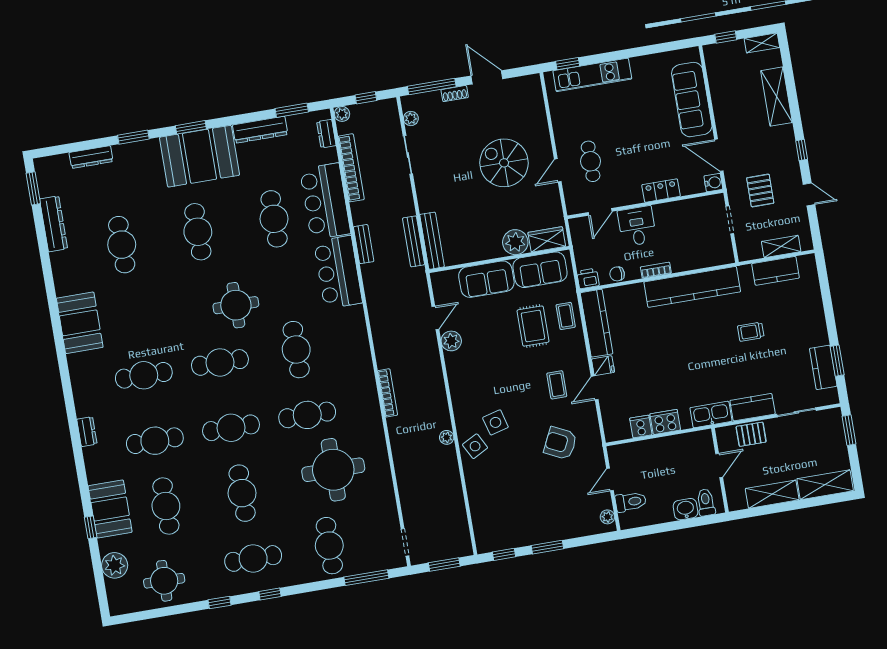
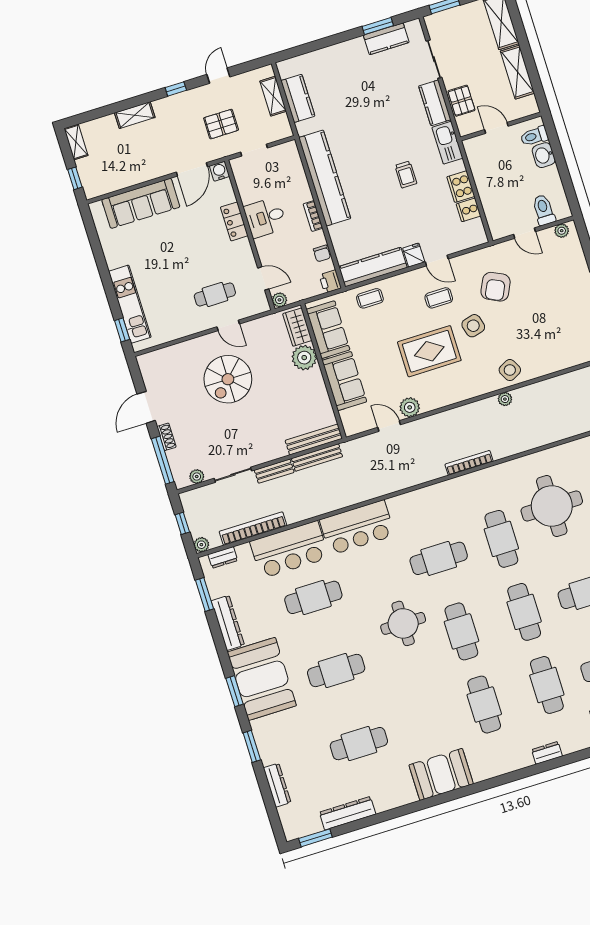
shelving: (776, 97) -> (135, 115), width x0.67, depth x0.75
plant: (576, 225) -> (279, 300), added
desk: (637, 226) -> (265, 217), moved
bench: (364, 244) -> (274, 471), moved
rug: (533, 326) -> (429, 351), moved, width x1.36, depth x1.43
trolley: (751, 332) -> (406, 175), moved
side table: (495, 422) -> (473, 326), moved

